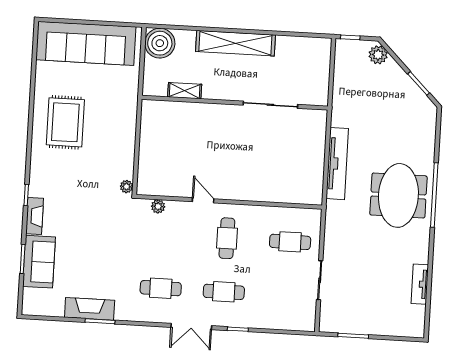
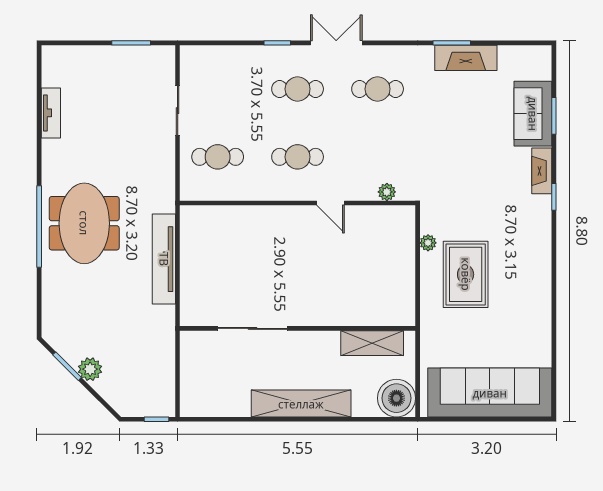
plant: (378, 55) -> (90, 369), moved
shelving: (185, 91) -> (372, 343), width x1.50, depth x1.33
rug: (65, 122) -> (466, 274), moved
plant: (127, 187) -> (428, 243), moved
cafe table: (227, 238) -> (298, 157), turned 90

